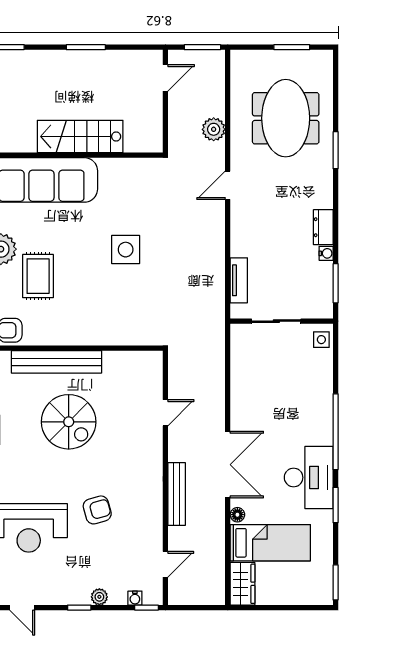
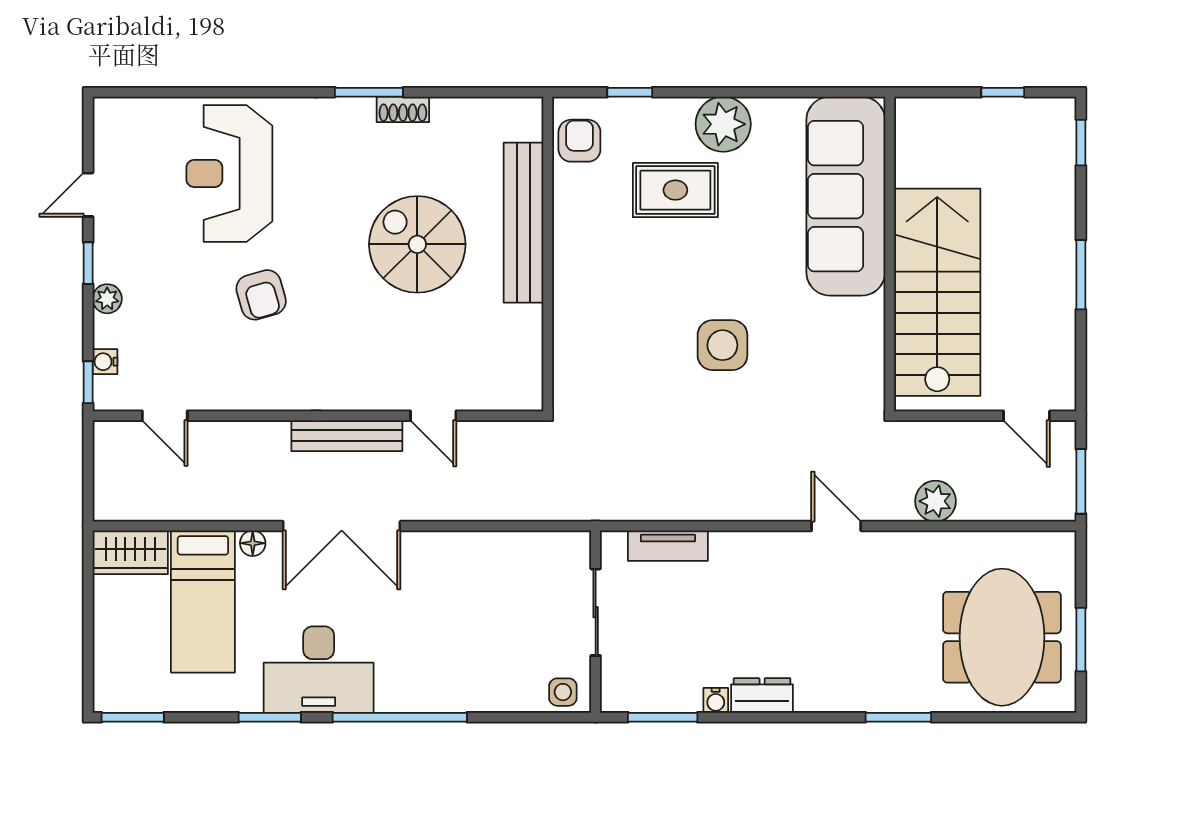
meeting table: (286, 118) -> (1002, 637), moved, turned 90
stairs: (80, 136) -> (937, 292), width x1.36, depth x1.51
spiral stairs: (69, 422) -> (417, 244), turned 90
bench: (177, 494) -> (347, 436), moved
door: (22, 608) -> (88, 195), moved

